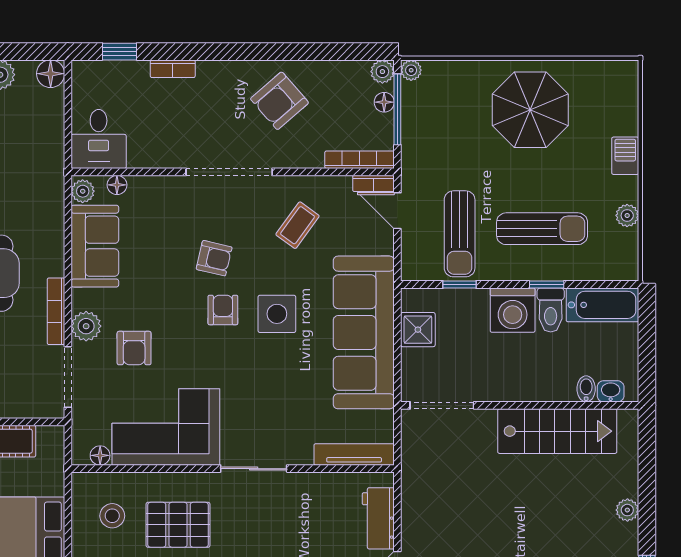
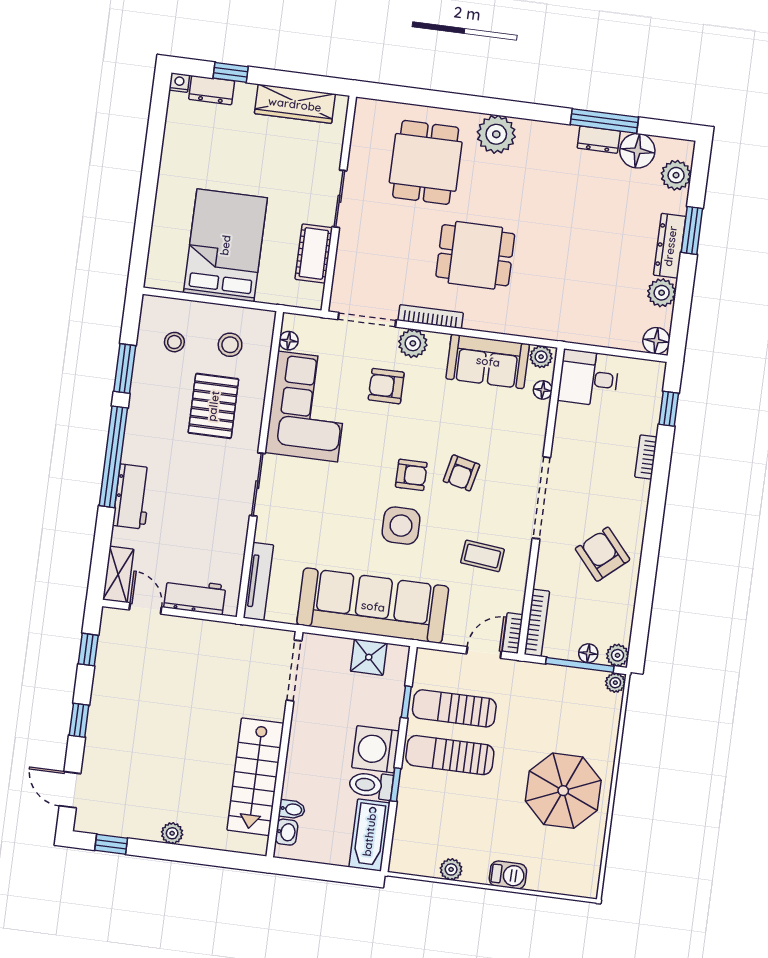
coffee table: (297, 225) -> (482, 556), turned -30
sun lounger: (542, 229) -> (450, 755), moved, turned 90

